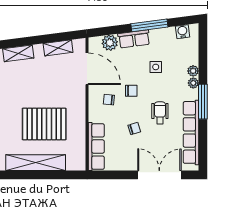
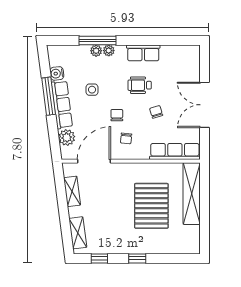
water cooler: (183, 32) -> (57, 73), moved
row of seats: (134, 39) -> (62, 105), width x1.48
window: (203, 102) -> (97, 41), moved
row of seats: (191, 132) -> (143, 53), width x0.50
shelving: (36, 163) -> (192, 194), moved
double door: (159, 175) -> (204, 105), moved

